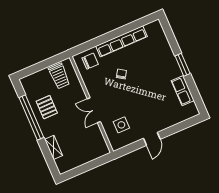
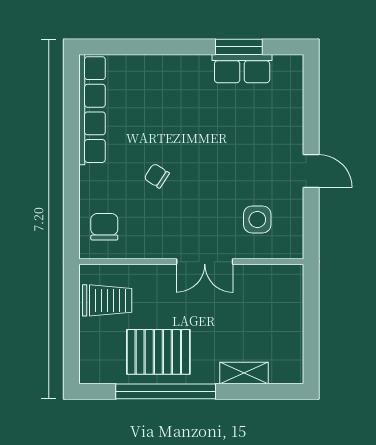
row of seats: (122, 41) -> (92, 110), moved
window: (183, 65) -> (239, 47), moved
pallet: (47, 107) -> (158, 352), width x1.50, depth x1.42

